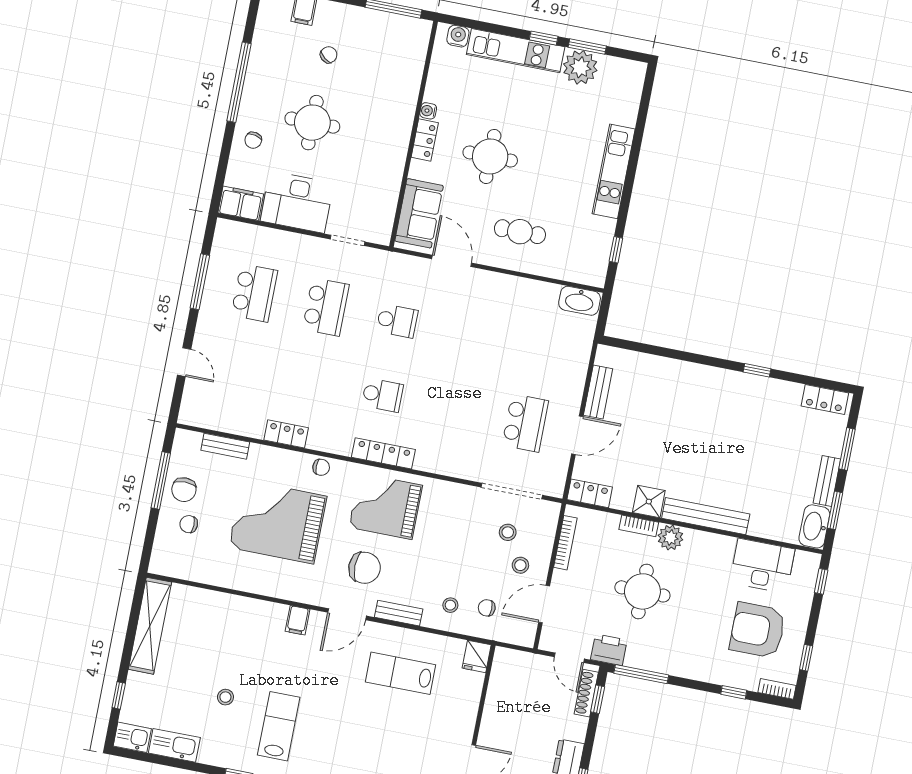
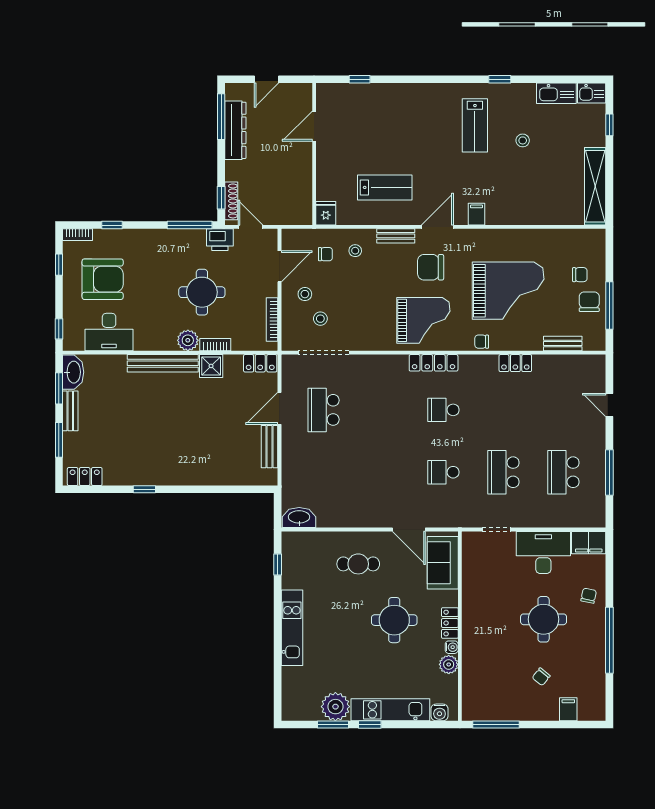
plant: (436, 91) -> (449, 664), added

